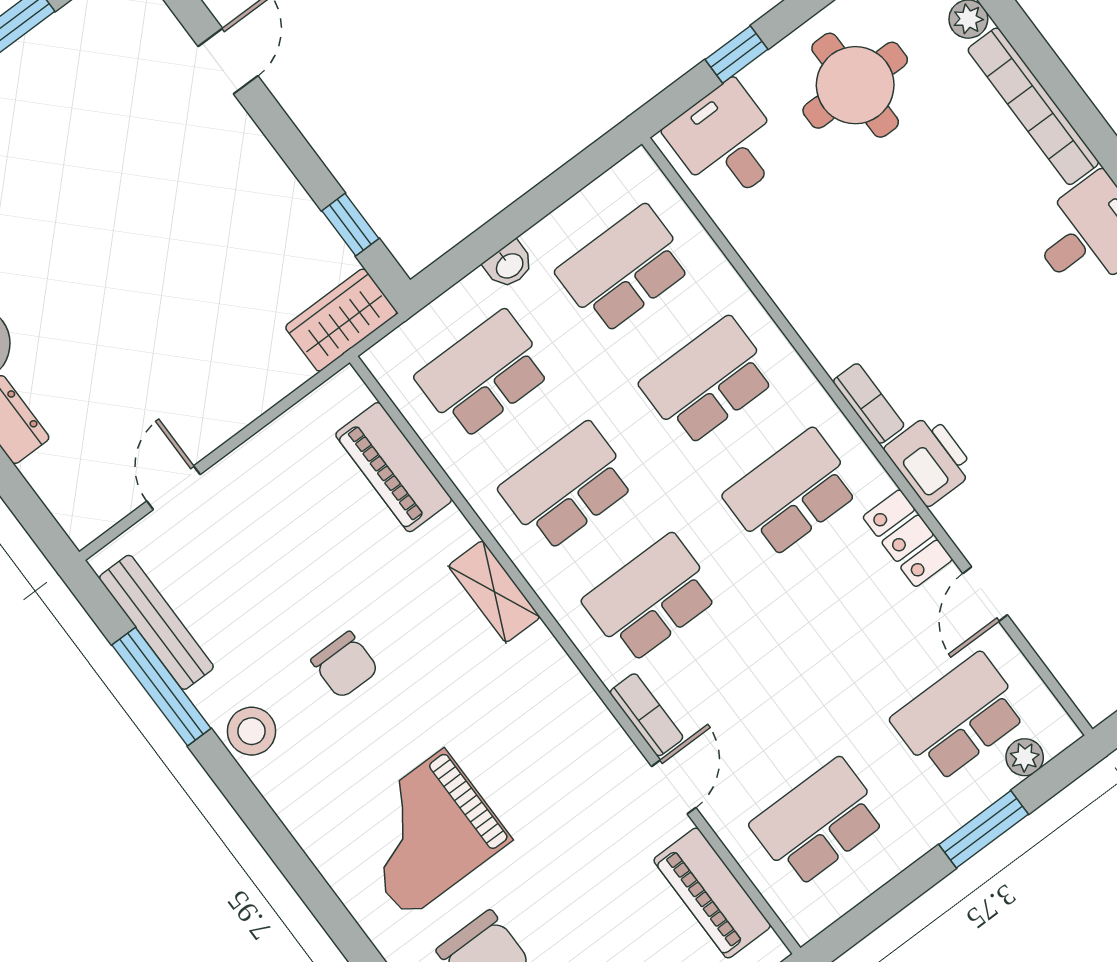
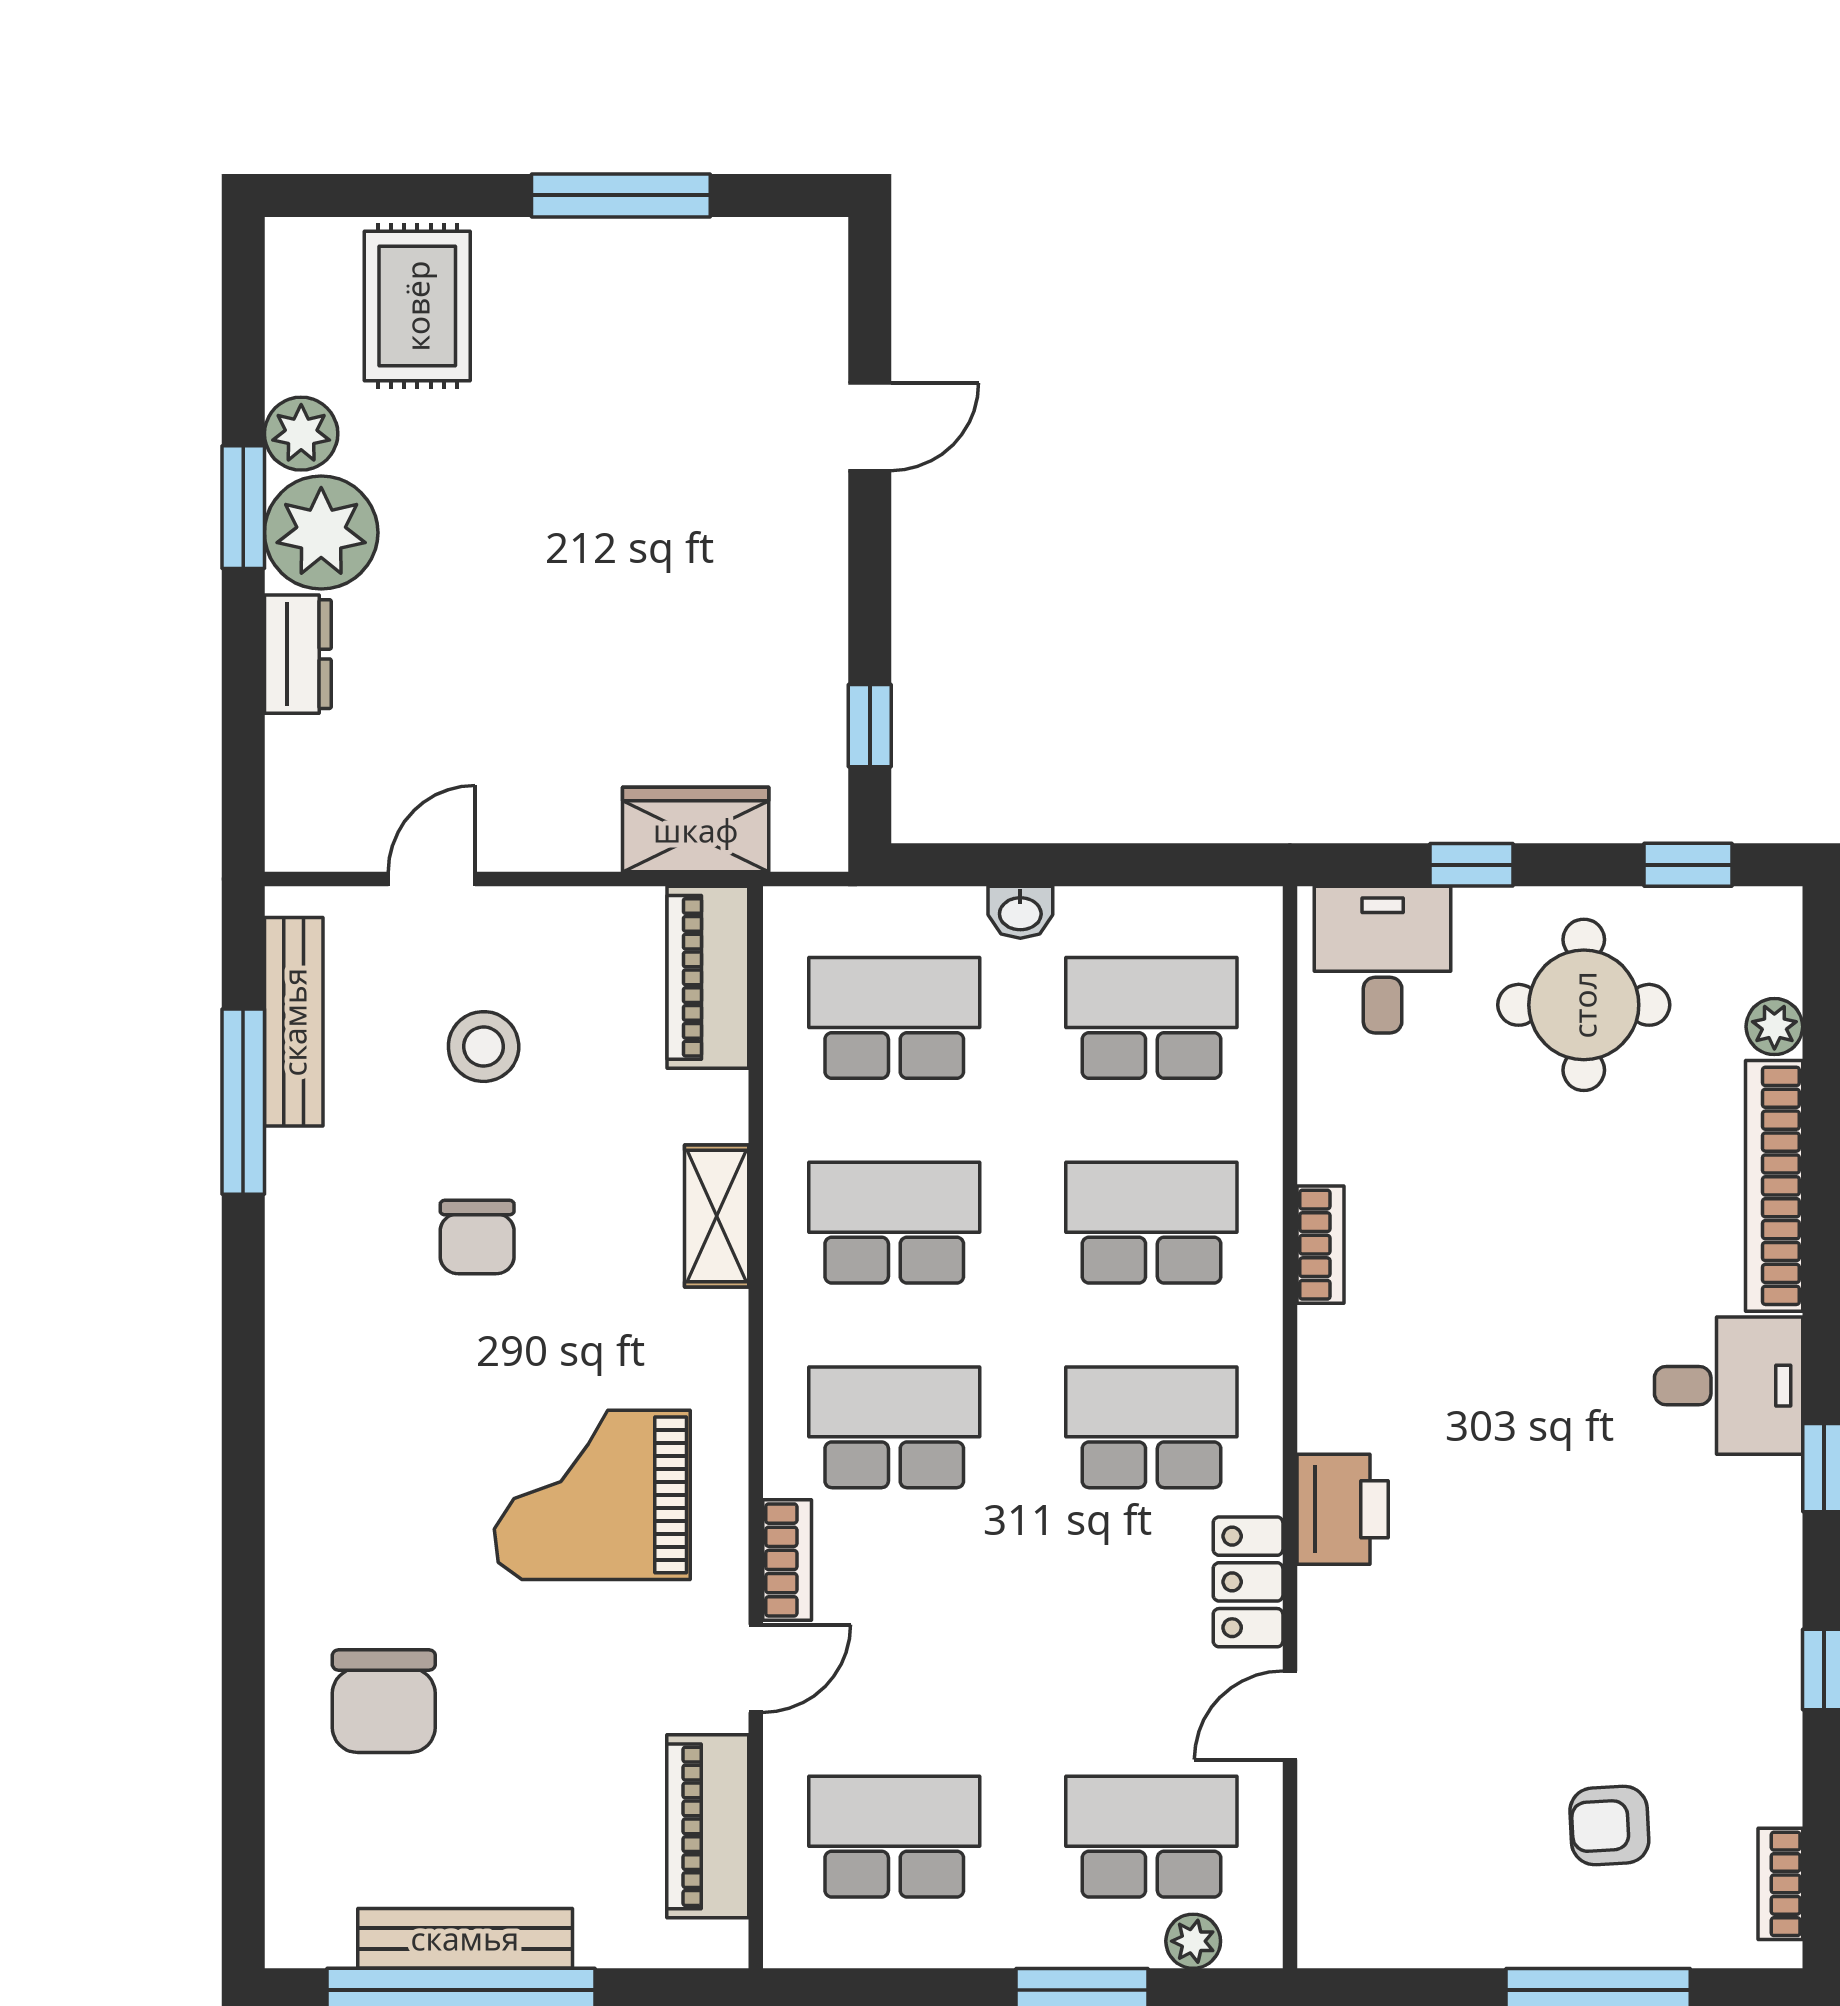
wardrobe: (341, 320) -> (696, 830), moved
bookcase: (869, 403) -> (1320, 1245), moved
piano: (394, 467) -> (708, 977), moved
shelving: (494, 592) -> (717, 1216), moved
stool: (252, 731) -> (484, 1047), moved
grand piano: (426, 833) -> (592, 1495), moved

